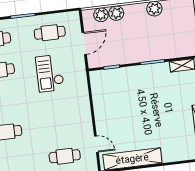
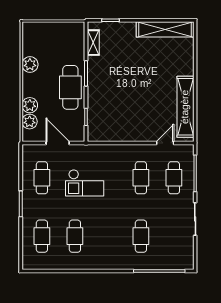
cafe table: (138, 49) -> (70, 87), added
cafe table: (61, 125) -> (141, 178), added

